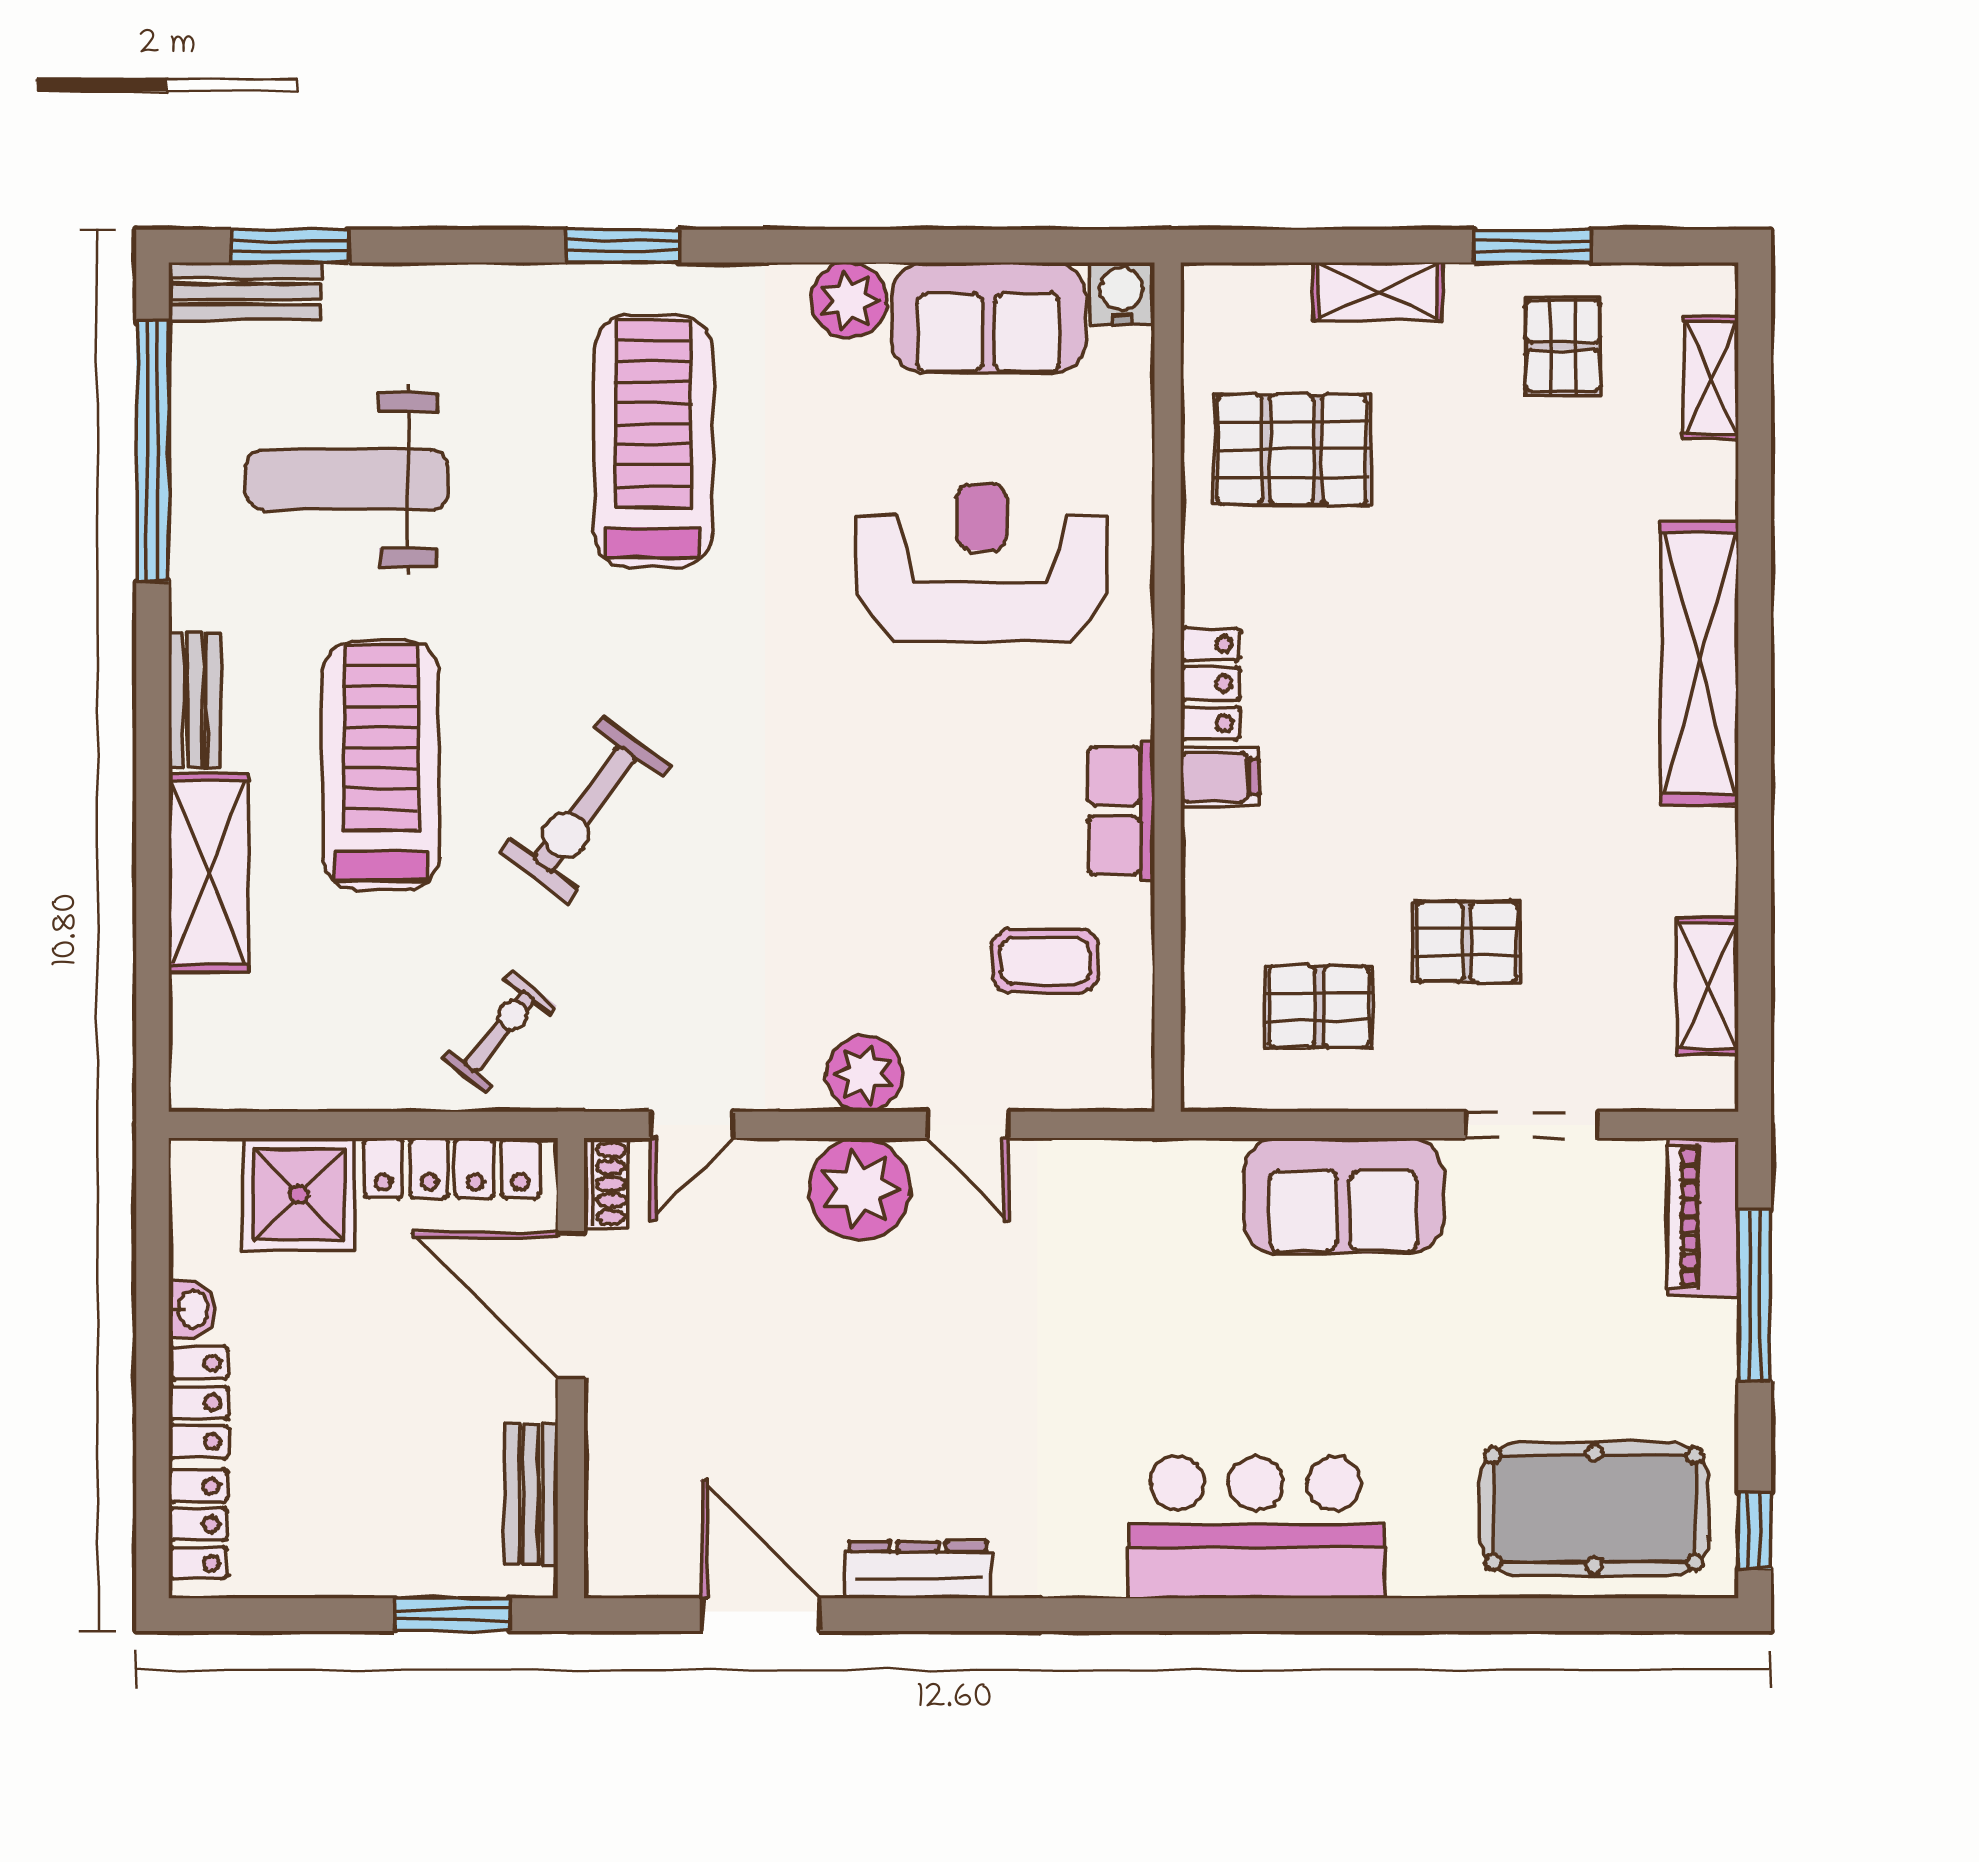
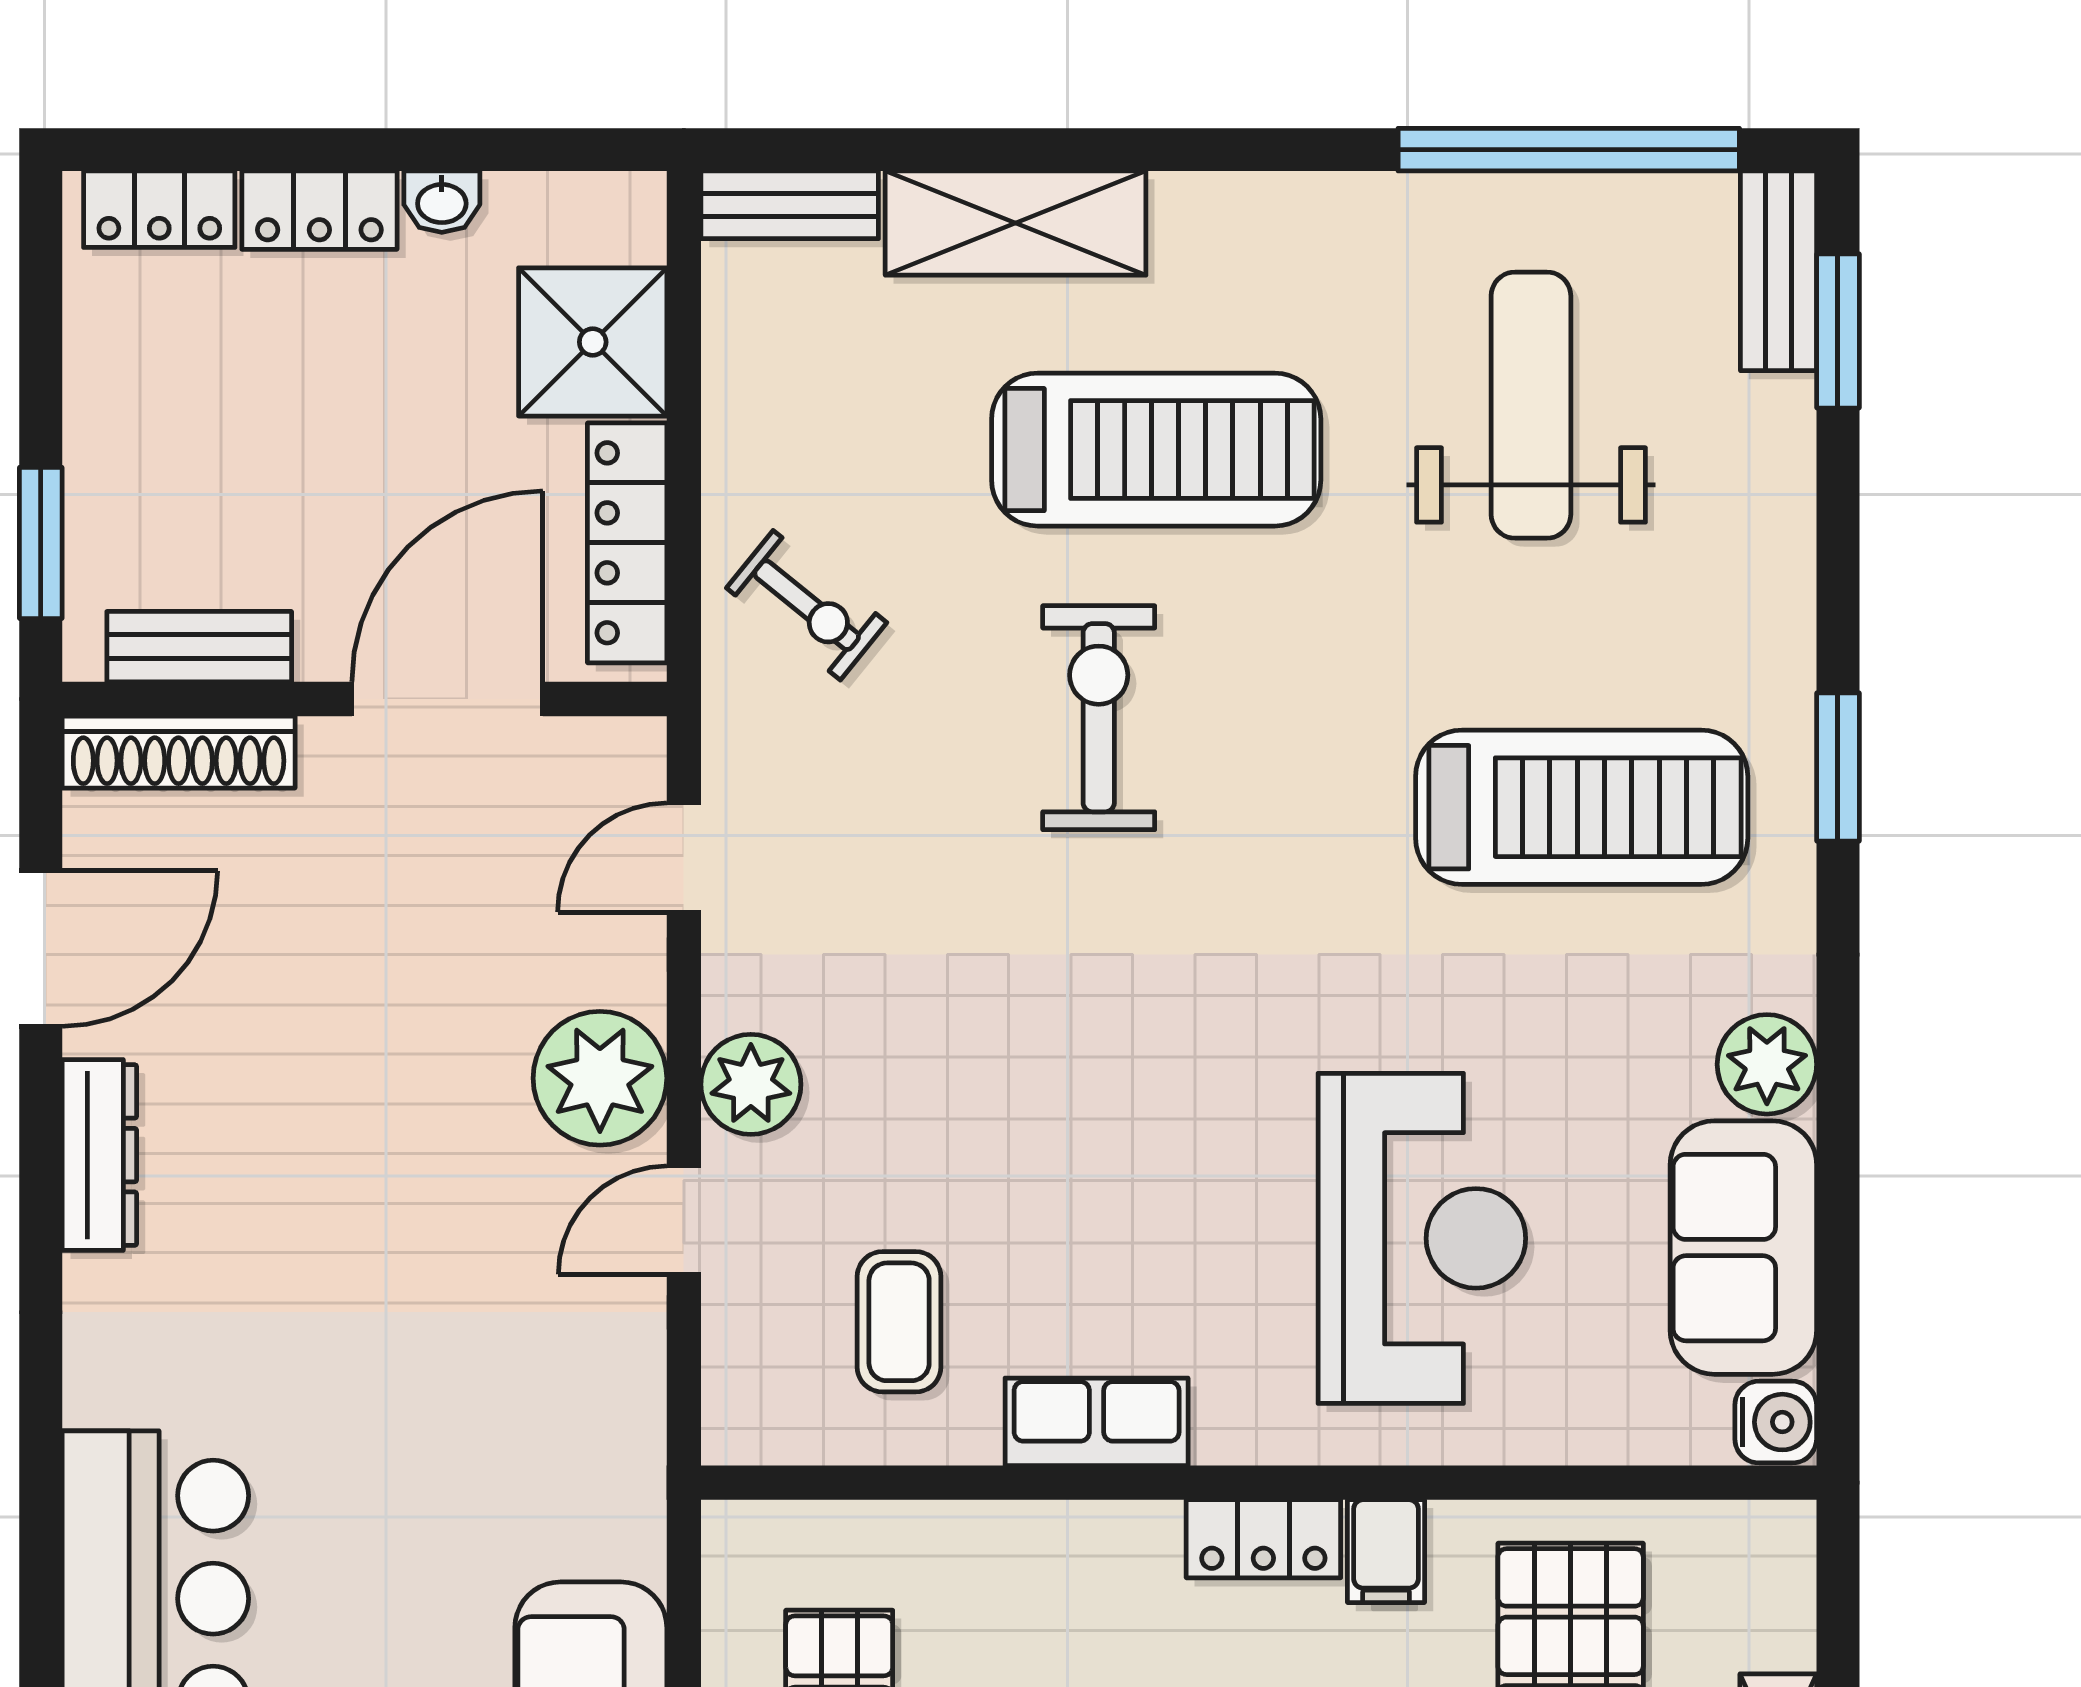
bench: (195, 700) -> (790, 205), moved
filing cabinet: (1220, 777) -> (1386, 1551), moved
exercise bike: (585, 809) -> (1099, 718), turned 53
door: (692, 1125) -> (684, 858), hinge flipped
shoe rack: (606, 1184) -> (179, 752), moved, width x1.94, depth x1.24

